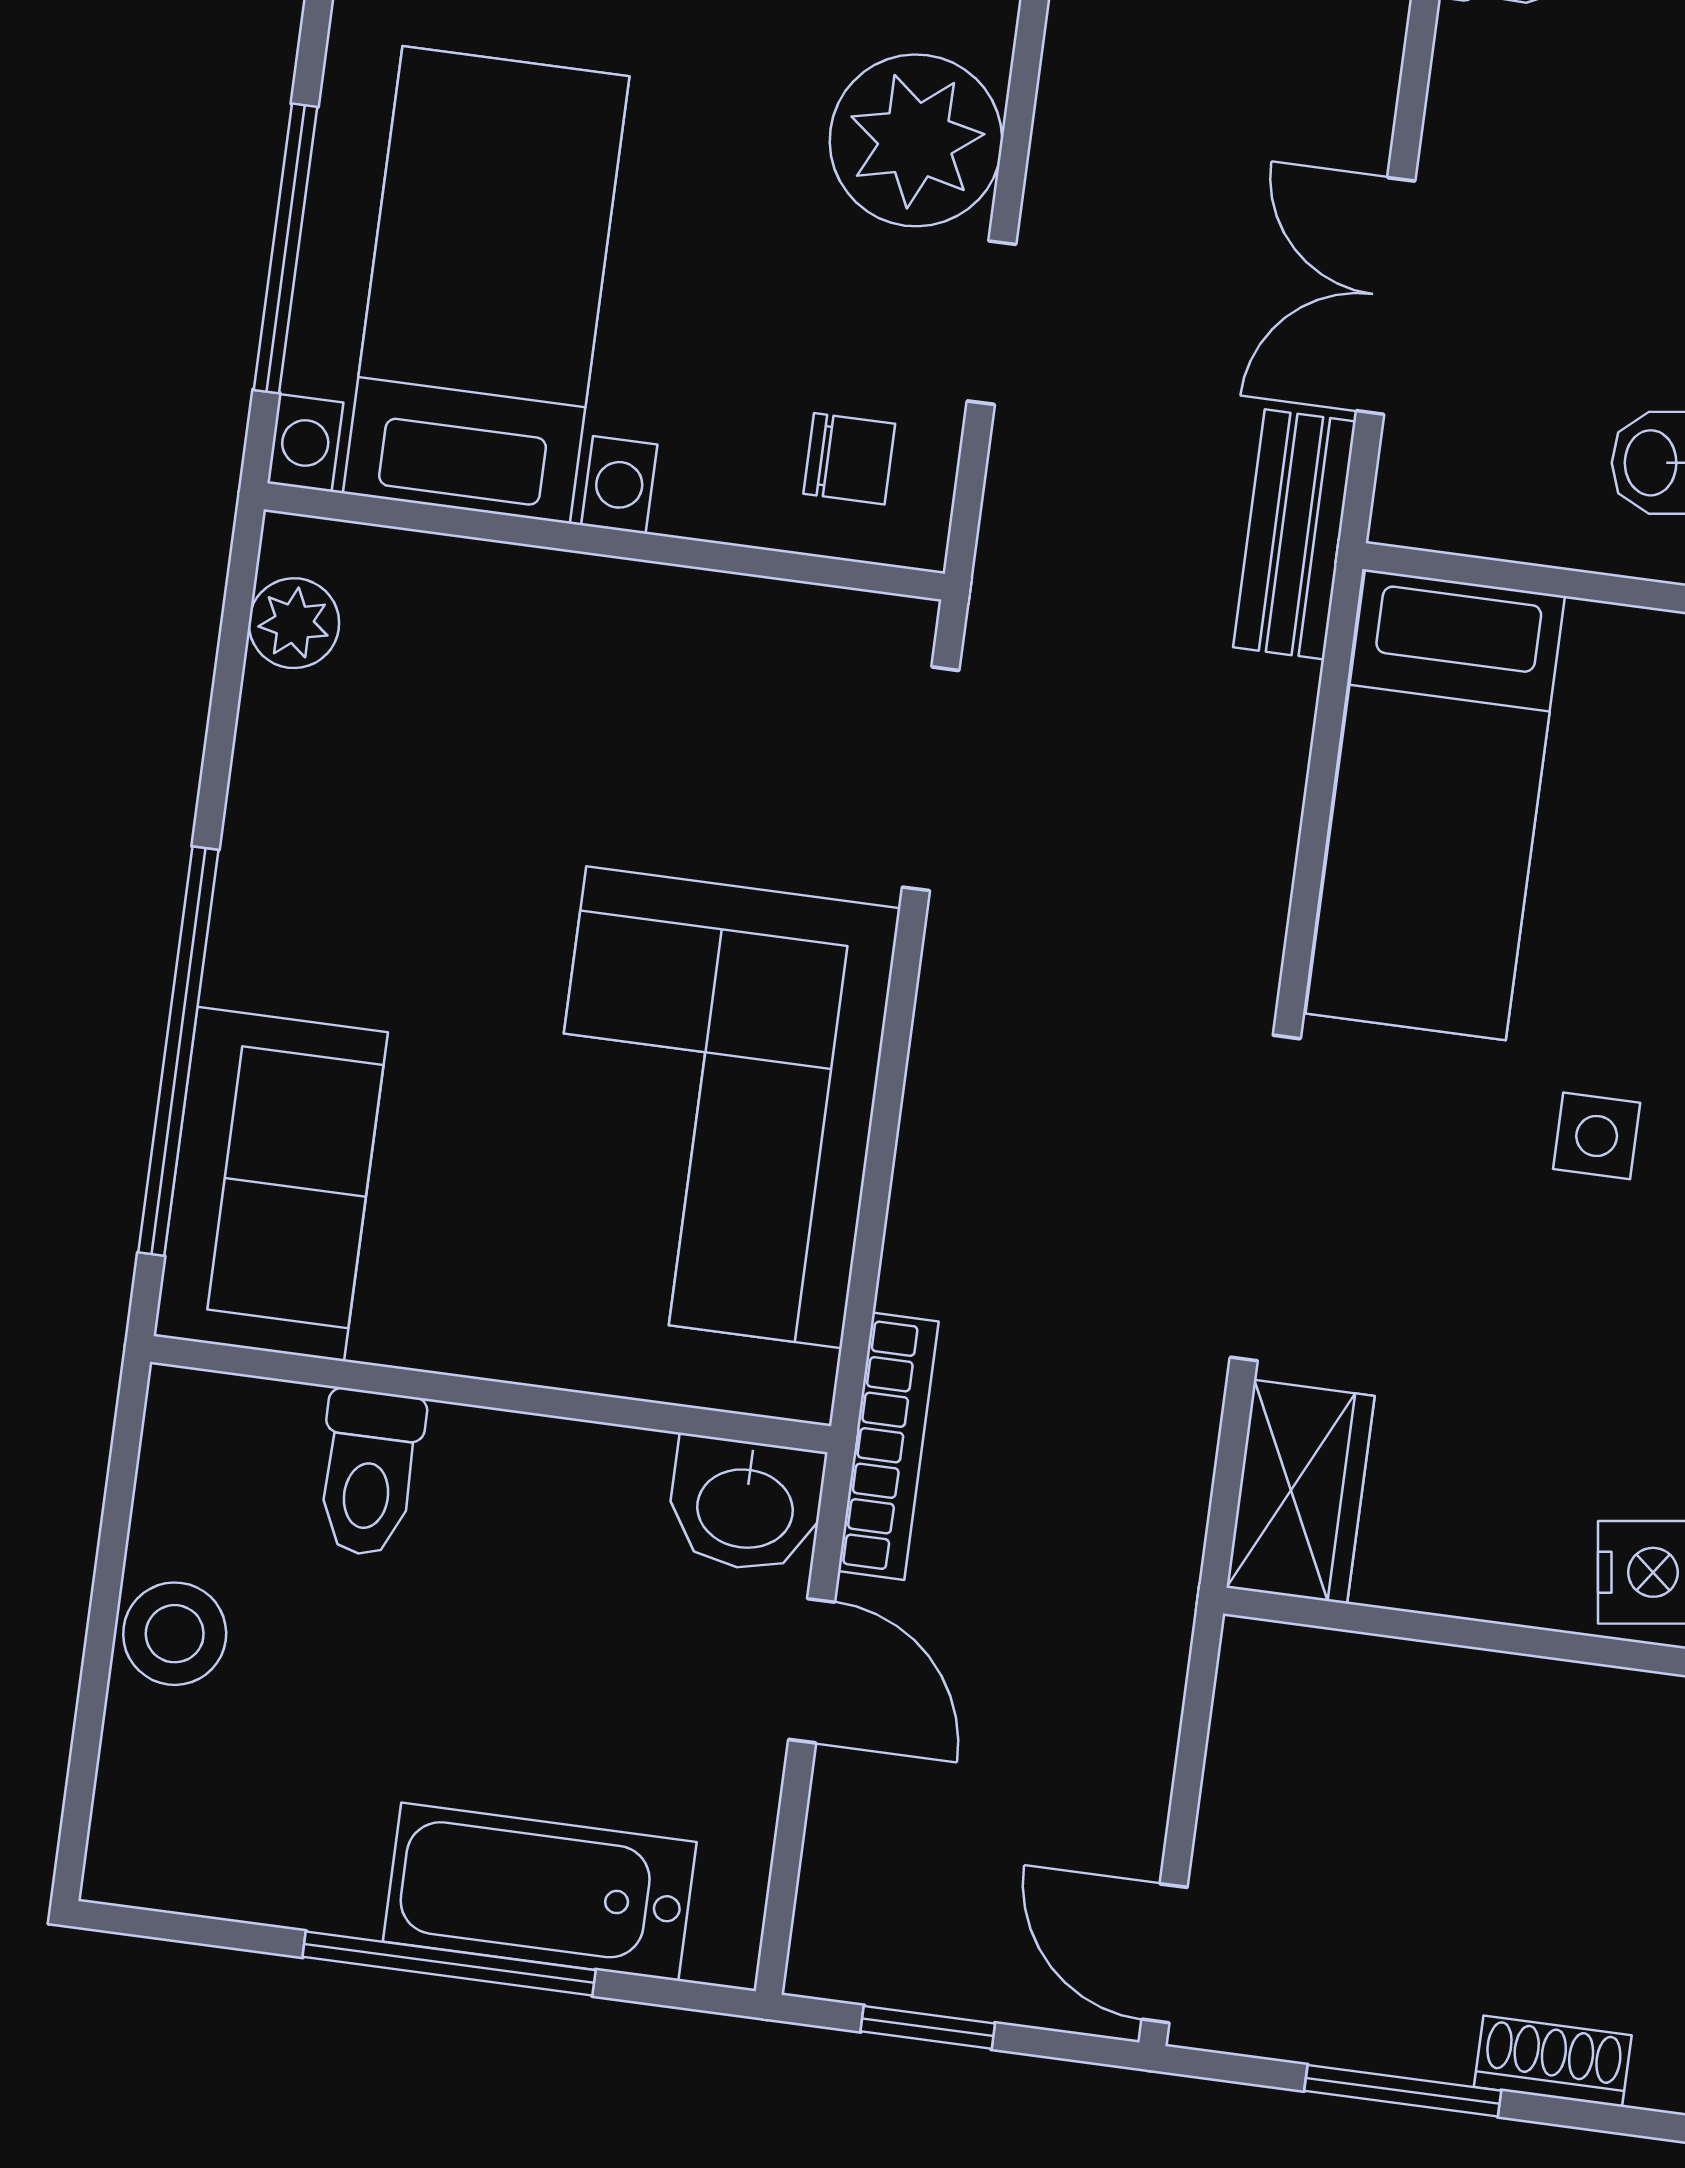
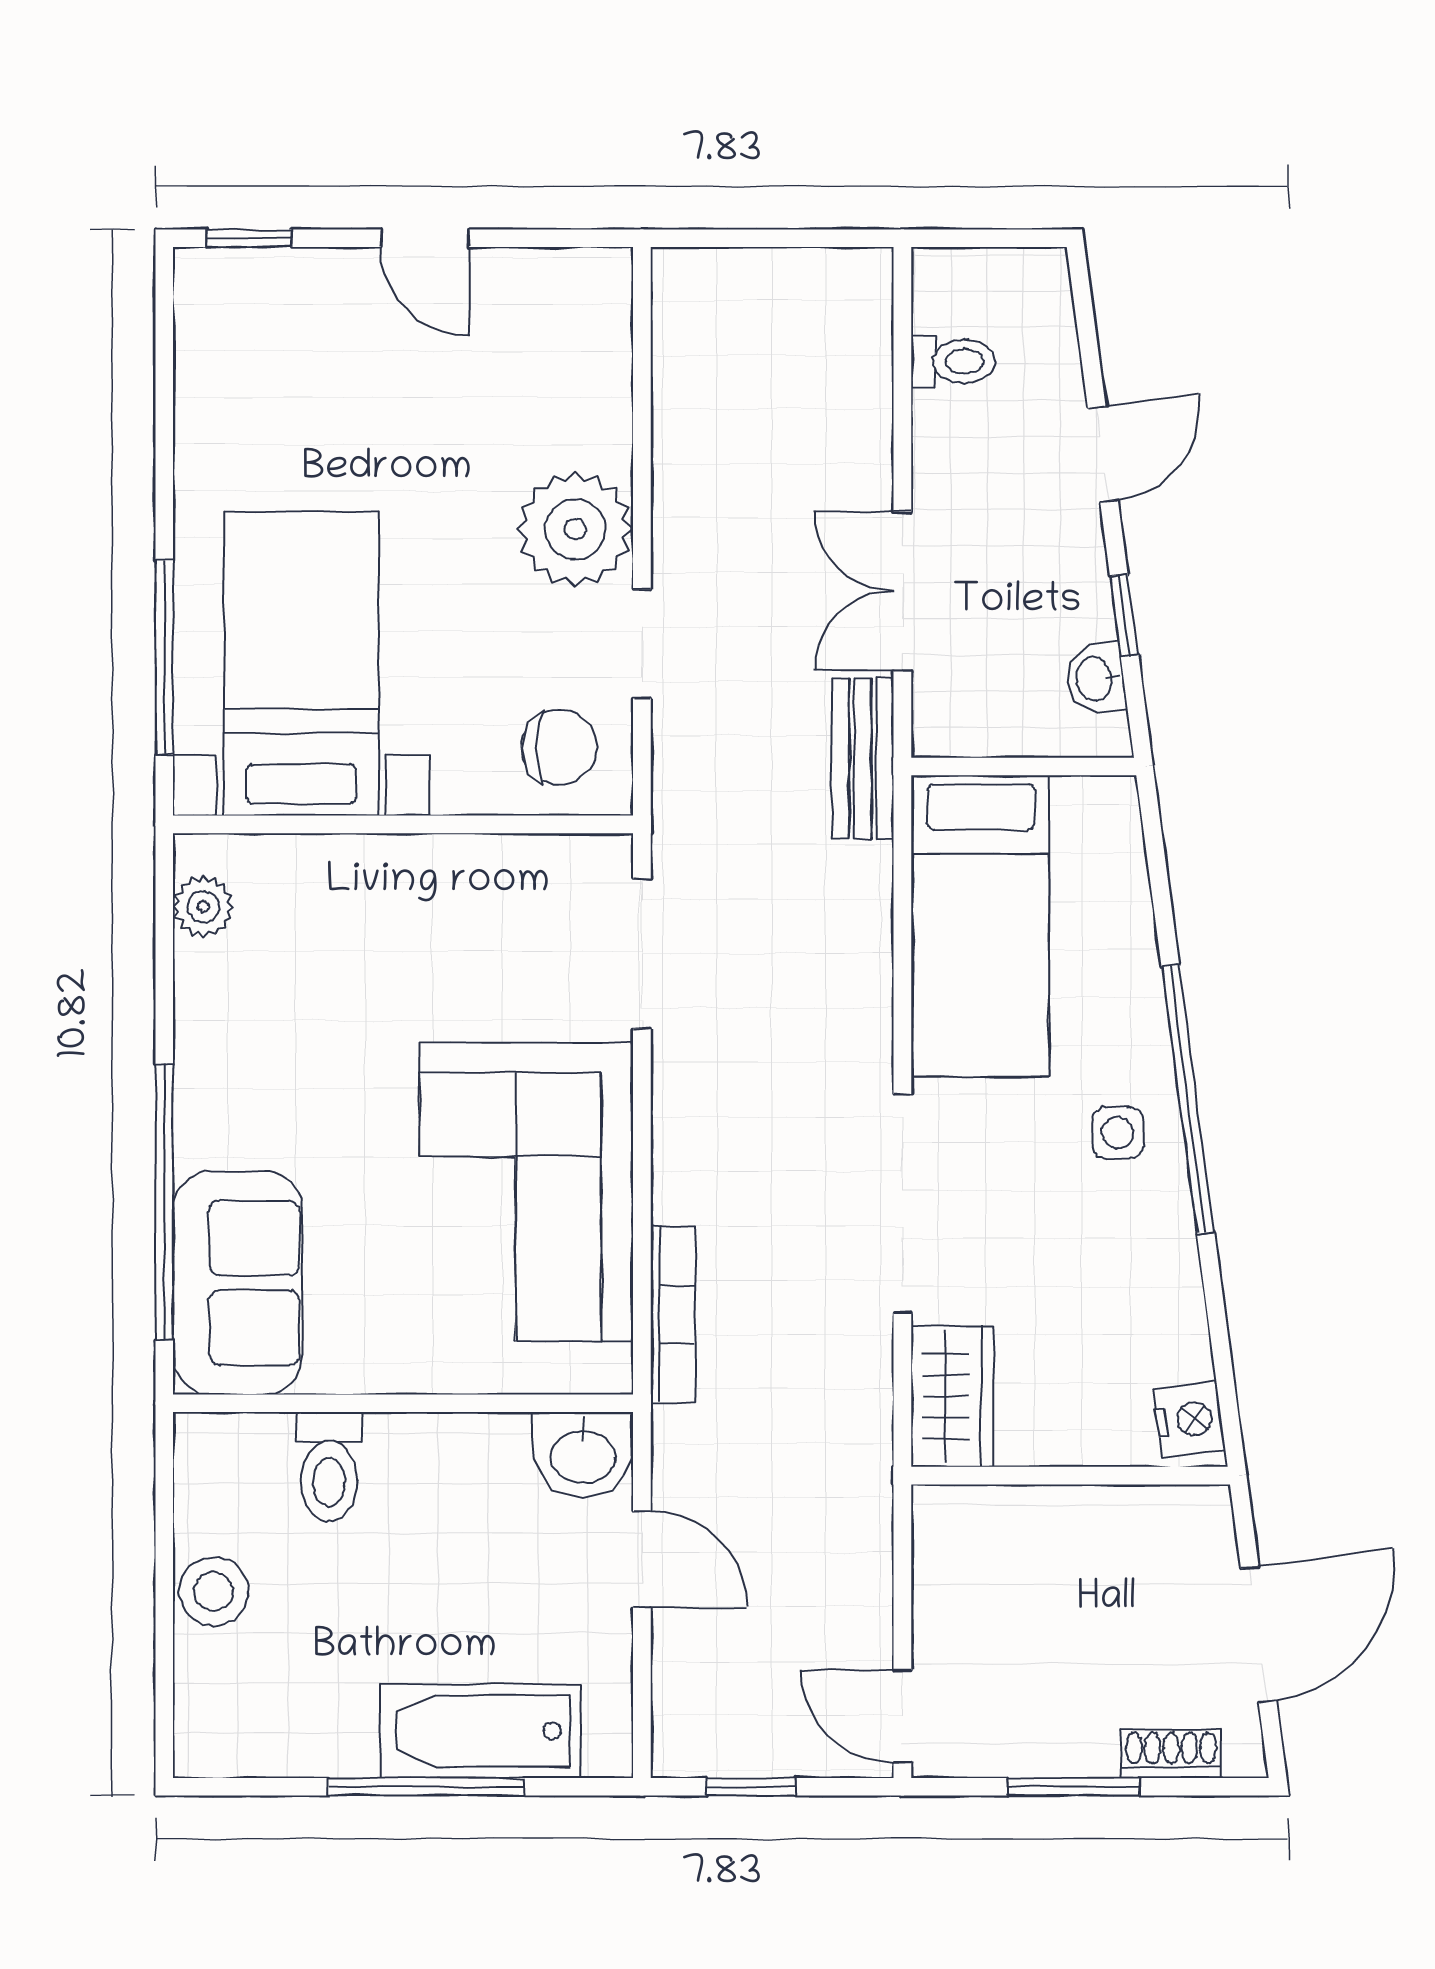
chair: (849, 459) -> (559, 747), width x1.37, depth x1.37
bookcase: (888, 1446) -> (673, 1315), moved

